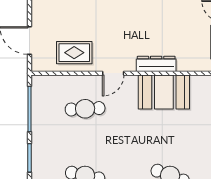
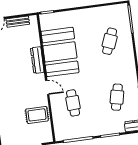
rug: (74, 53) -> (37, 115), turned 90
booth: (164, 92) -> (60, 52), width x1.36, depth x1.42

